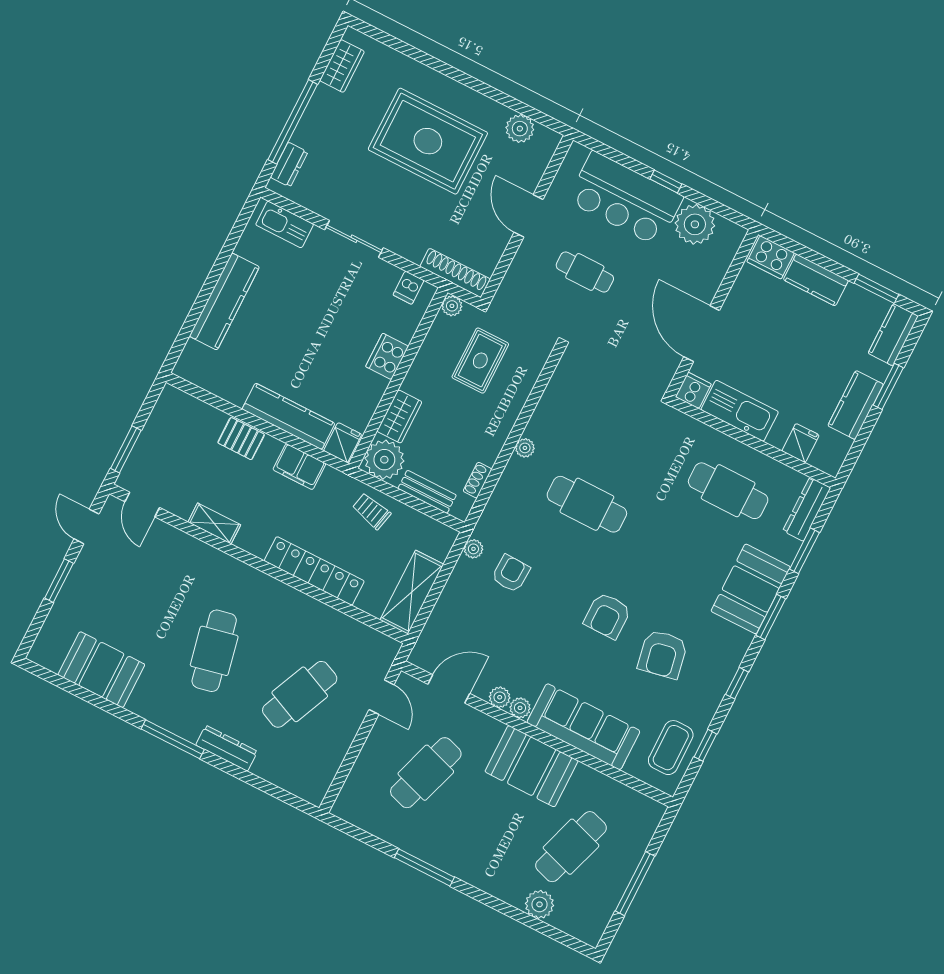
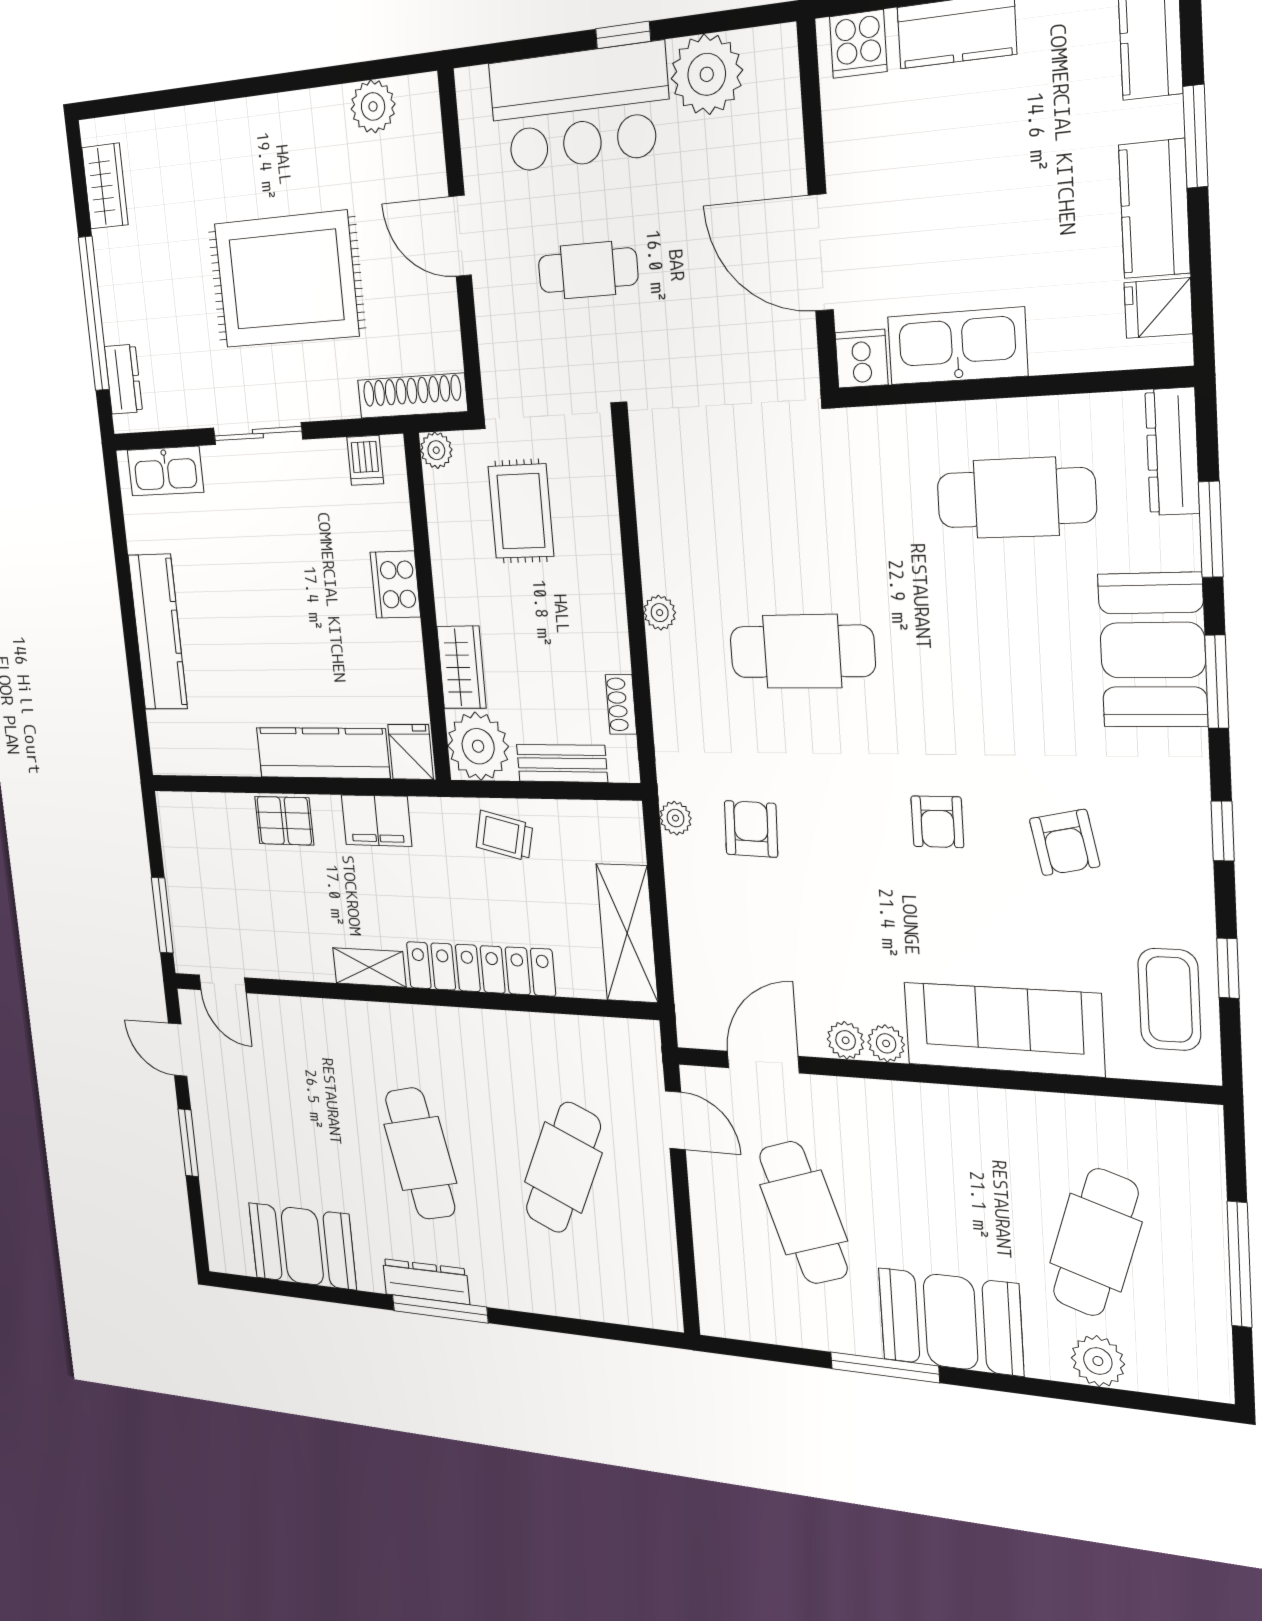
rug: (428, 141) -> (286, 280), moved
cooker: (771, 257) -> (858, 44), width x0.73
fridge: (800, 443) -> (1158, 308), moved, turned -90
shelving: (214, 523) -> (369, 967), moved
armchair: (607, 616) -> (937, 822), width x0.72, depth x0.72
armchair: (663, 654) -> (1065, 843), width x0.72, depth x0.72
dresser: (227, 748) -> (426, 1282), moved
booth: (532, 766) -> (951, 1322), moved
cafe table: (426, 773) -> (803, 1213), turned -36

